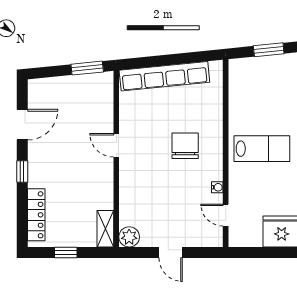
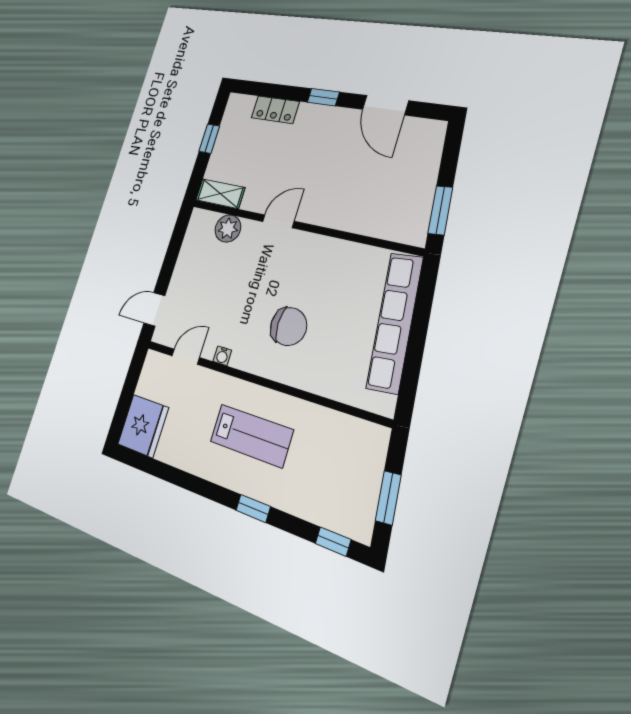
door: (116, 145) -> (278, 221), moved
lab bench: (262, 149) -> (251, 436), turned -90
locker: (36, 215) -> (275, 110), width x0.66
plant: (129, 237) -> (228, 229), moved
door: (171, 252) -> (154, 309), moved

